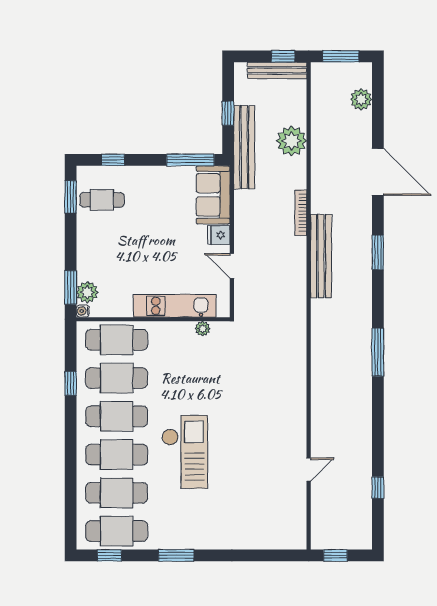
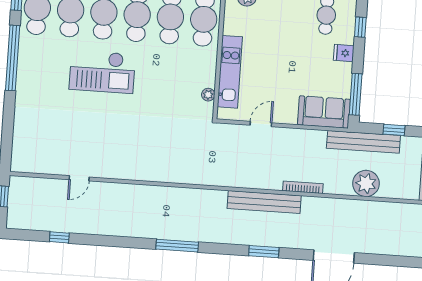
plant: (361, 99) -> (398, 246), removed
fridge: (219, 235) -> (344, 53), moved, turned -90
door: (309, 470) -> (79, 178), hinge flipped
window: (176, 555) -> (13, 58), width x2.11

